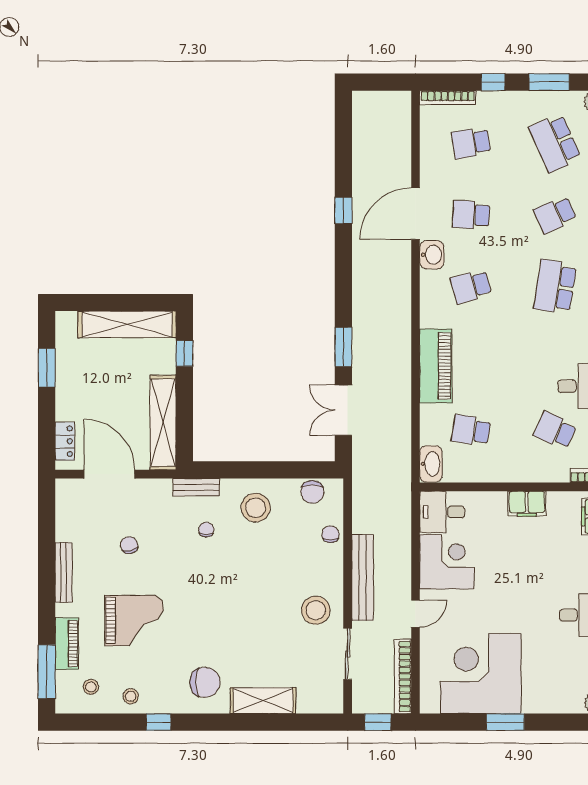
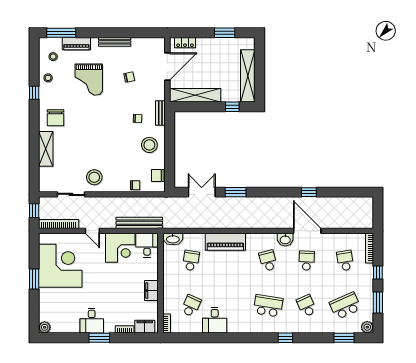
bench: (363, 577) -> (139, 223), moved

